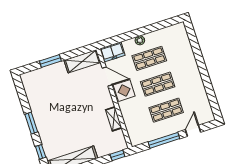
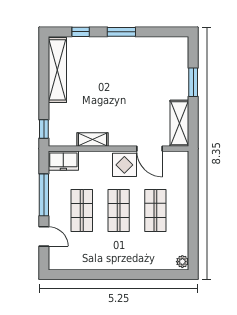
plant: (140, 40) -> (182, 262), moved
freezer: (112, 52) -> (63, 161), moved, turned -90
door: (107, 77) -> (149, 149), hinge flipped

